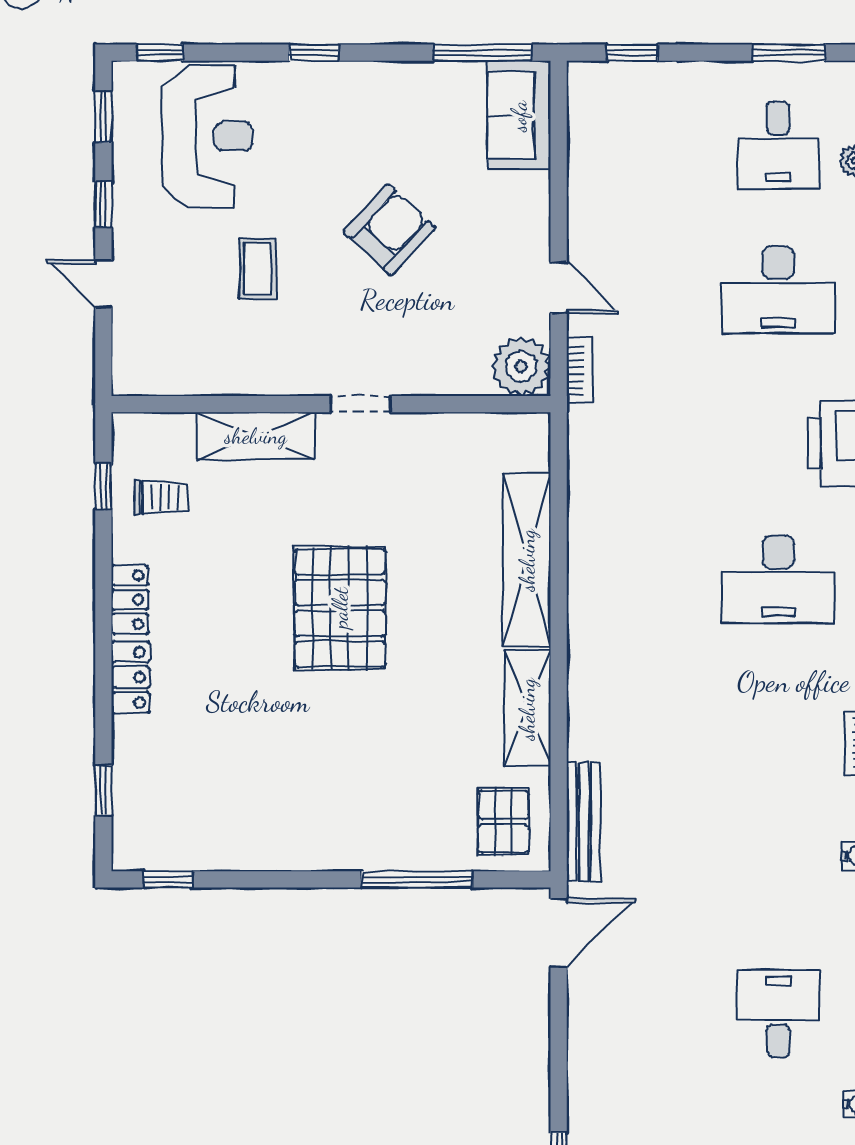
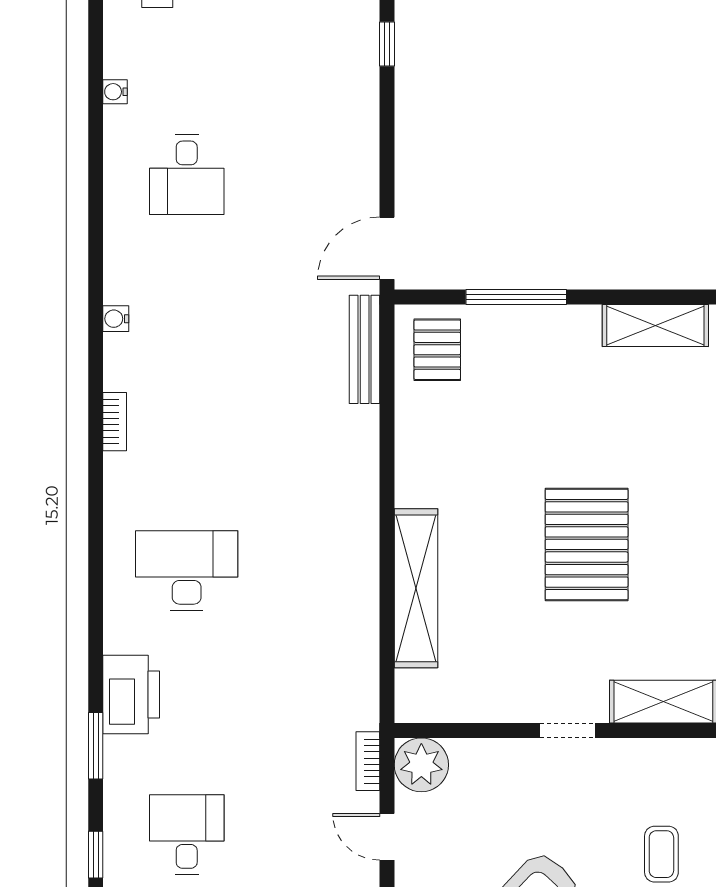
desk: (778, 290) -> (187, 835), width x0.73
shelving: (527, 709) -> (655, 325), moved, turned 90

